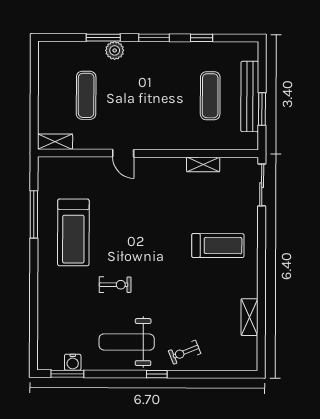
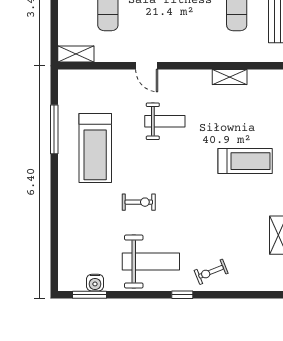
weight bench: (141, 207) -> (165, 121), added
weight bench: (127, 342) -> (151, 262), turned 180

